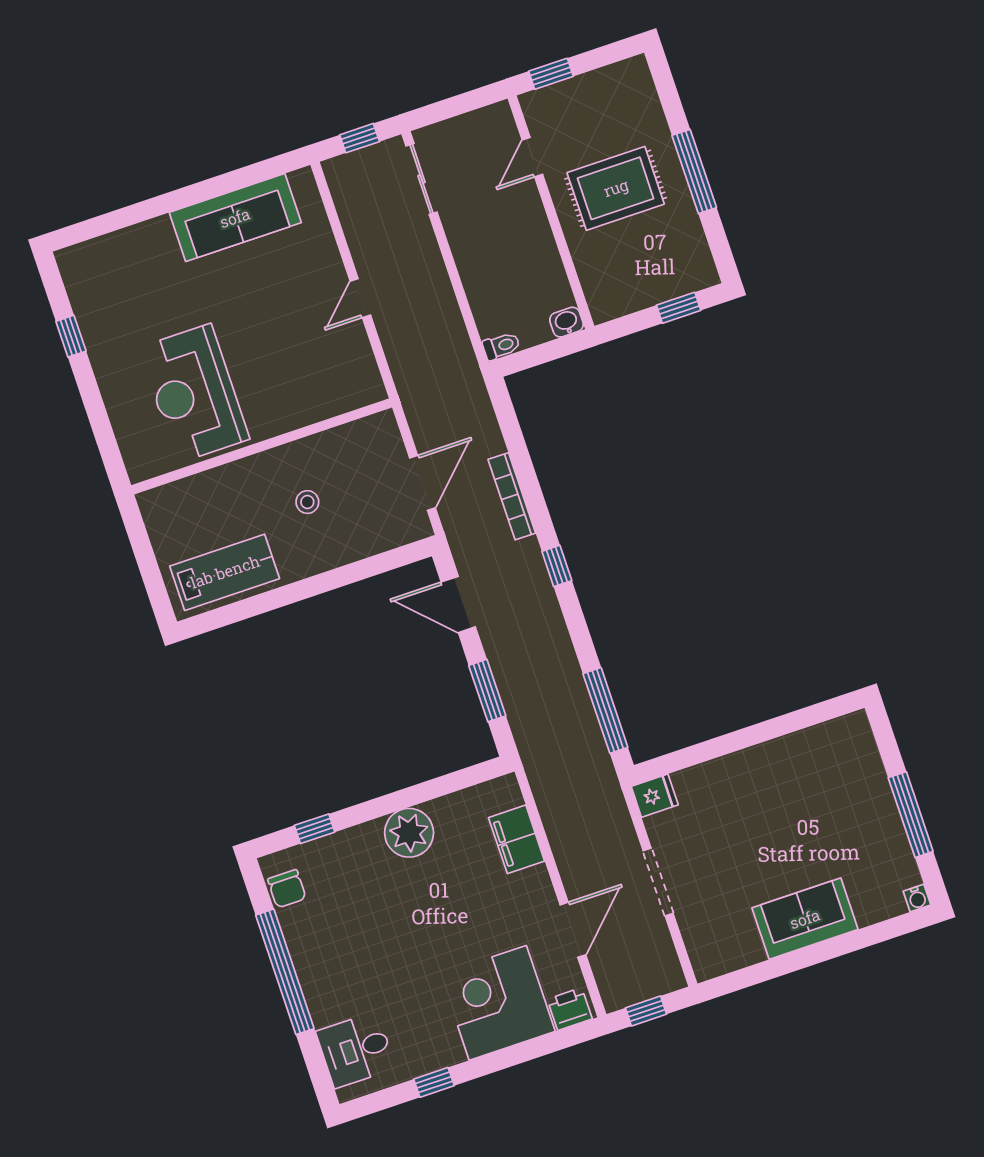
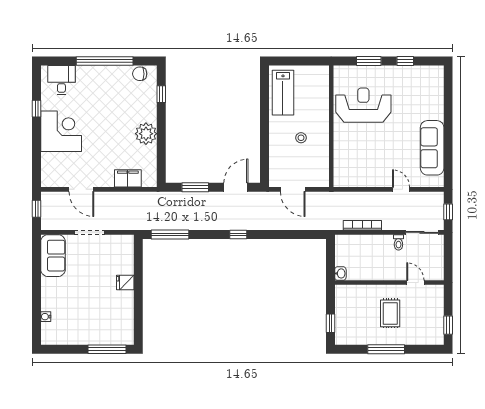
window: (551, 74) -> (448, 325), moved
rug: (616, 188) -> (390, 313), width x0.73, depth x0.70
door: (360, 298) -> (401, 189), moved
toilet: (501, 346) -> (398, 242), moved
window: (97, 413) -> (369, 61), added
bookcase: (512, 496) -> (362, 225), moved
fridge: (655, 796) -> (125, 283), moved, turned 90
window: (911, 815) -> (107, 349), moved
water cooler: (917, 898) -> (46, 317), moved
sofa: (805, 919) -> (53, 256), moved
corner desk: (498, 1003) -> (61, 131), moved
printer: (570, 1009) -> (48, 177), removed

